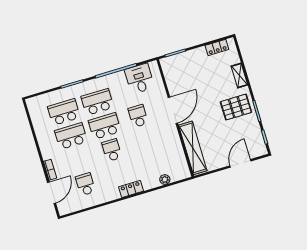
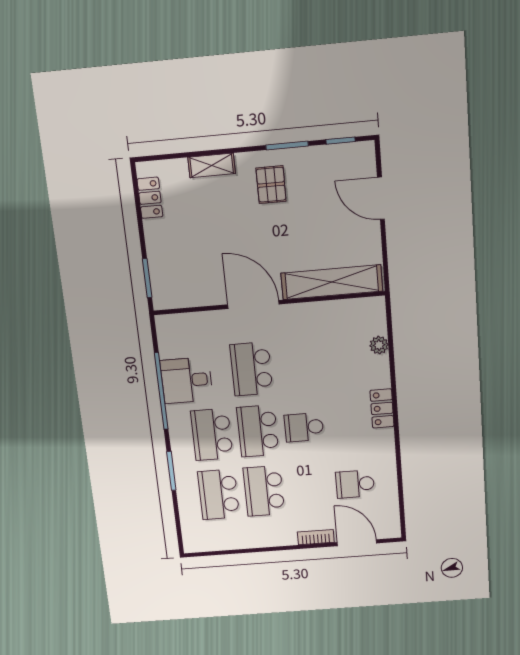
desk: (139, 79) -> (187, 380), moved
pallet: (236, 107) -> (271, 185), width x0.67, depth x0.71
school desk: (138, 116) -> (251, 369), width x1.85

